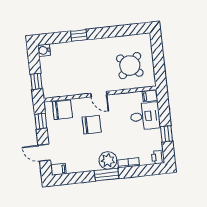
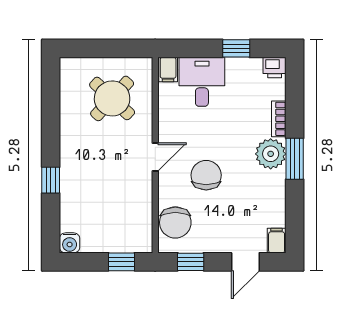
chair: (62, 110) -> (175, 222), turned 180

